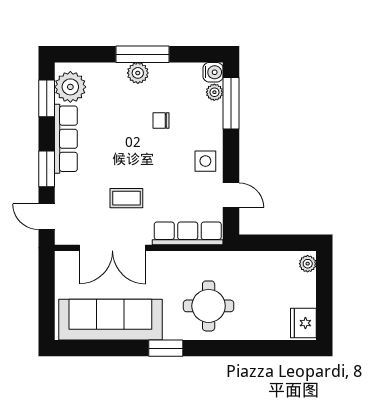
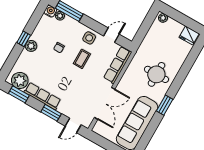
window: (143, 54) -> (24, 39), width x0.46
coffee table: (126, 198) -> (82, 59), moved

